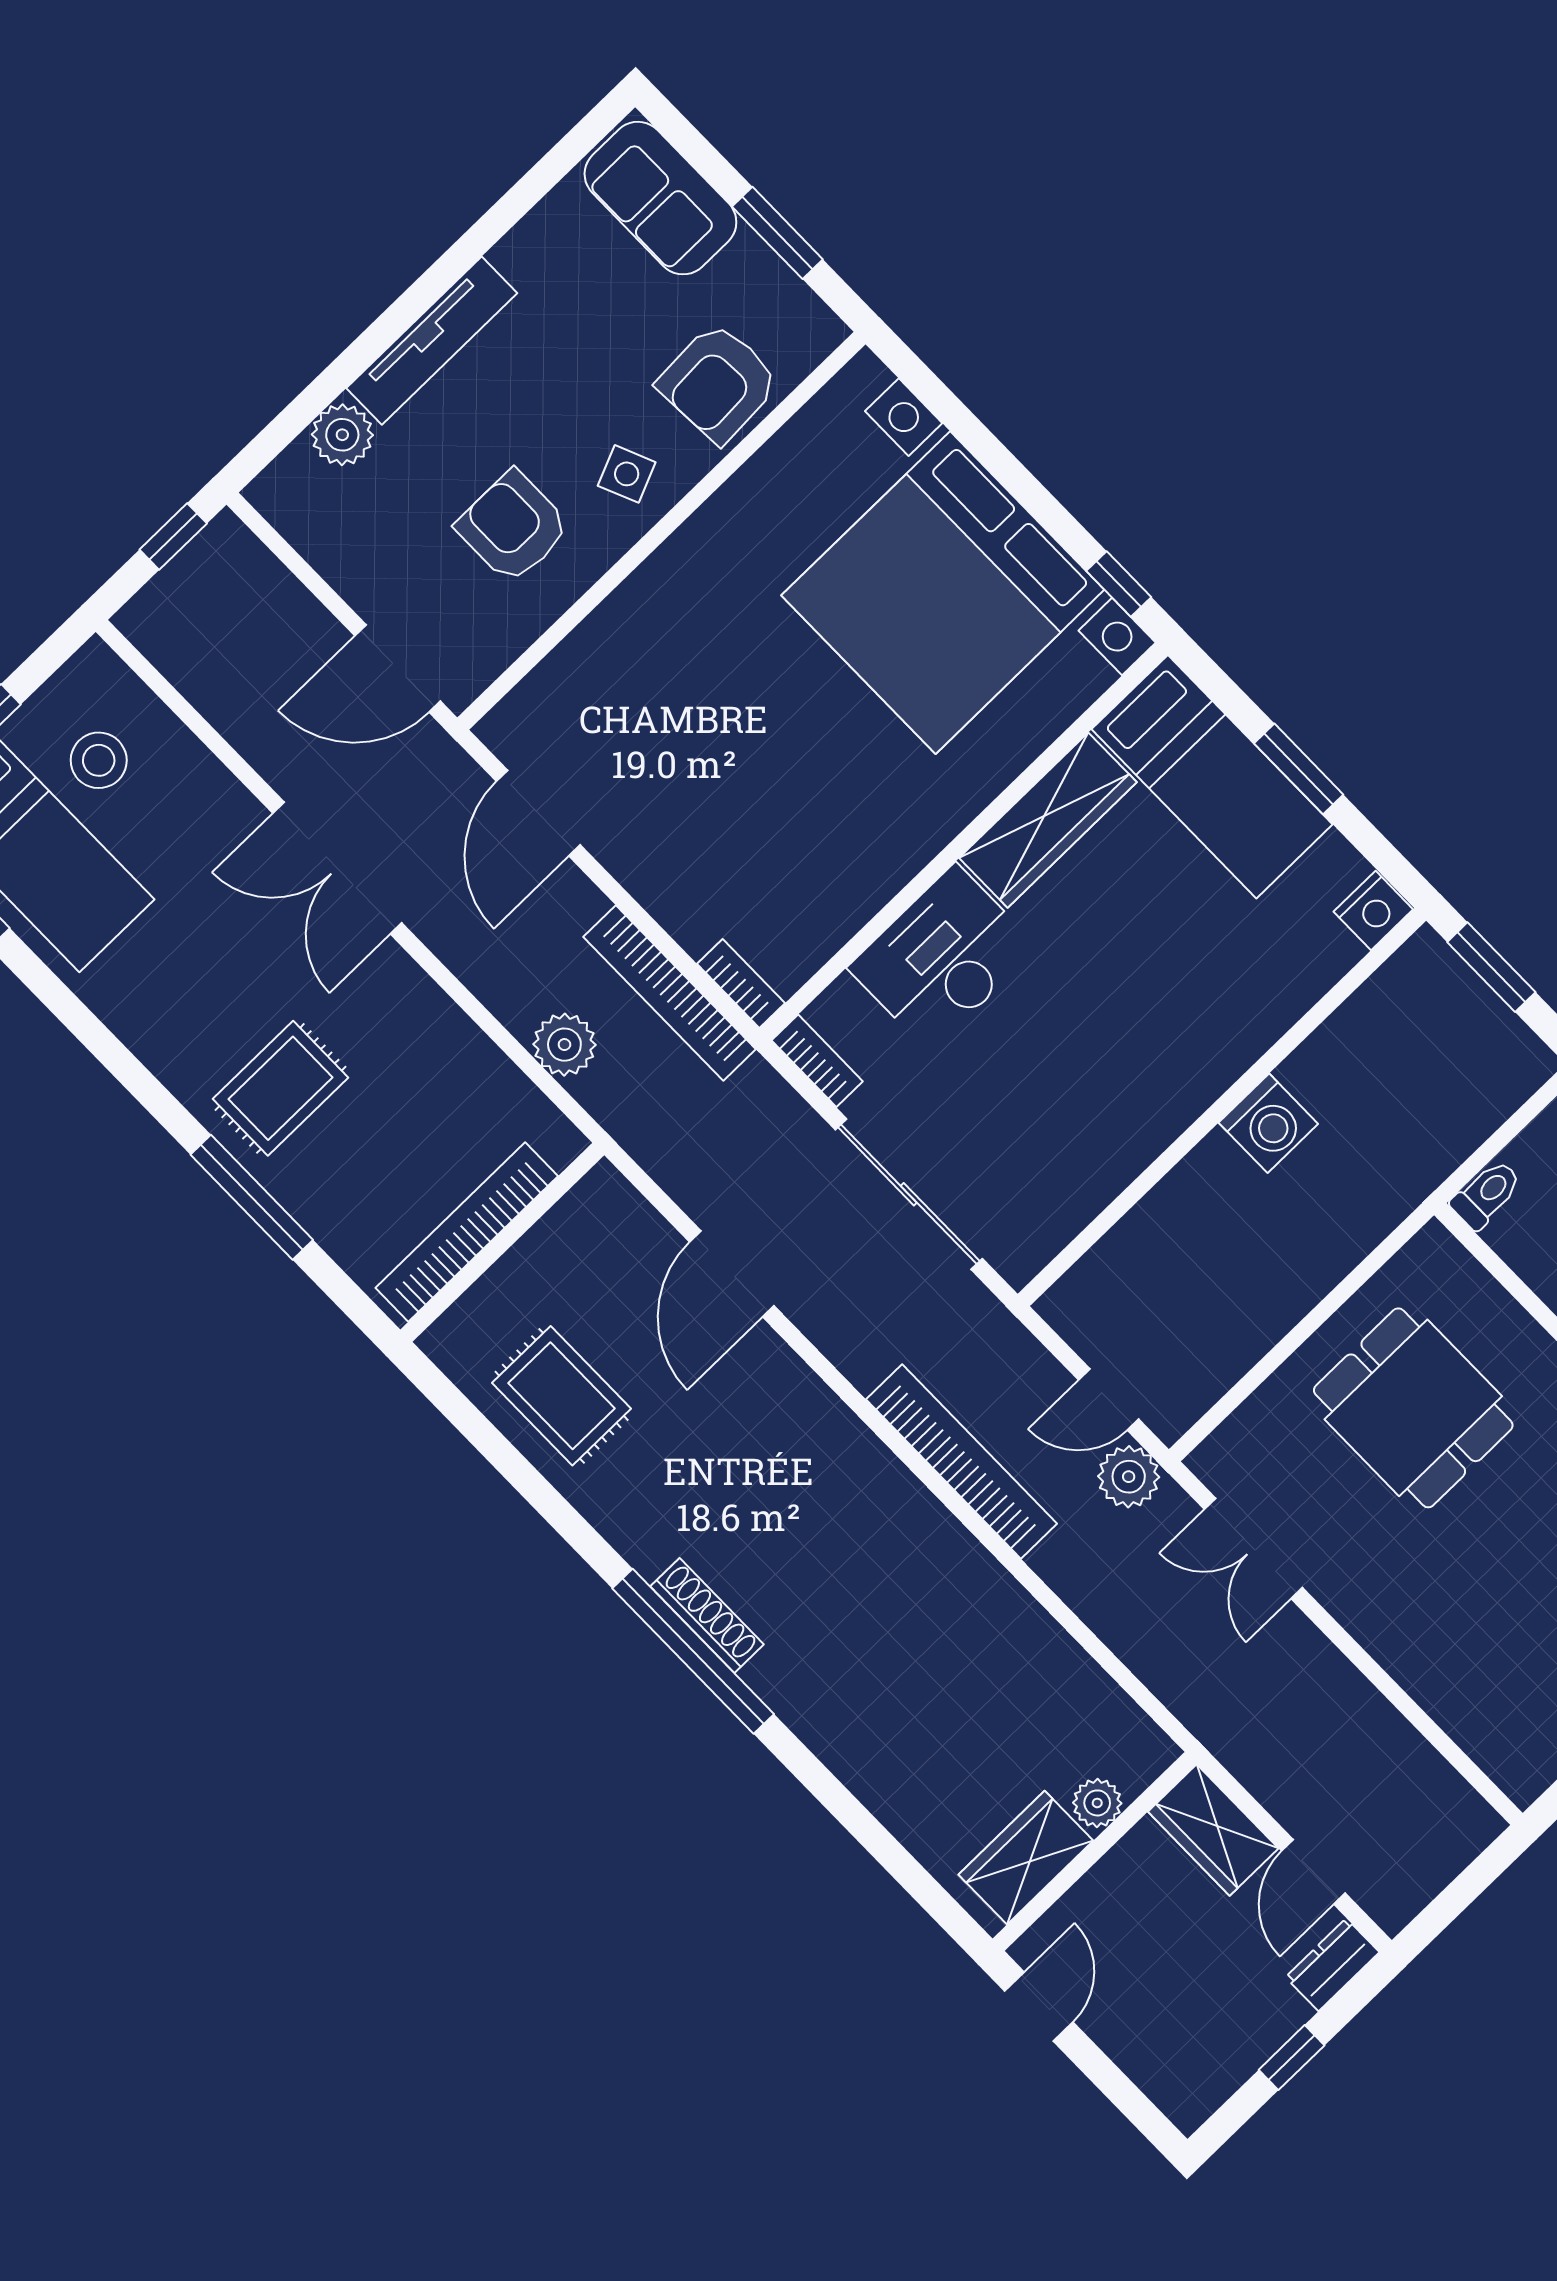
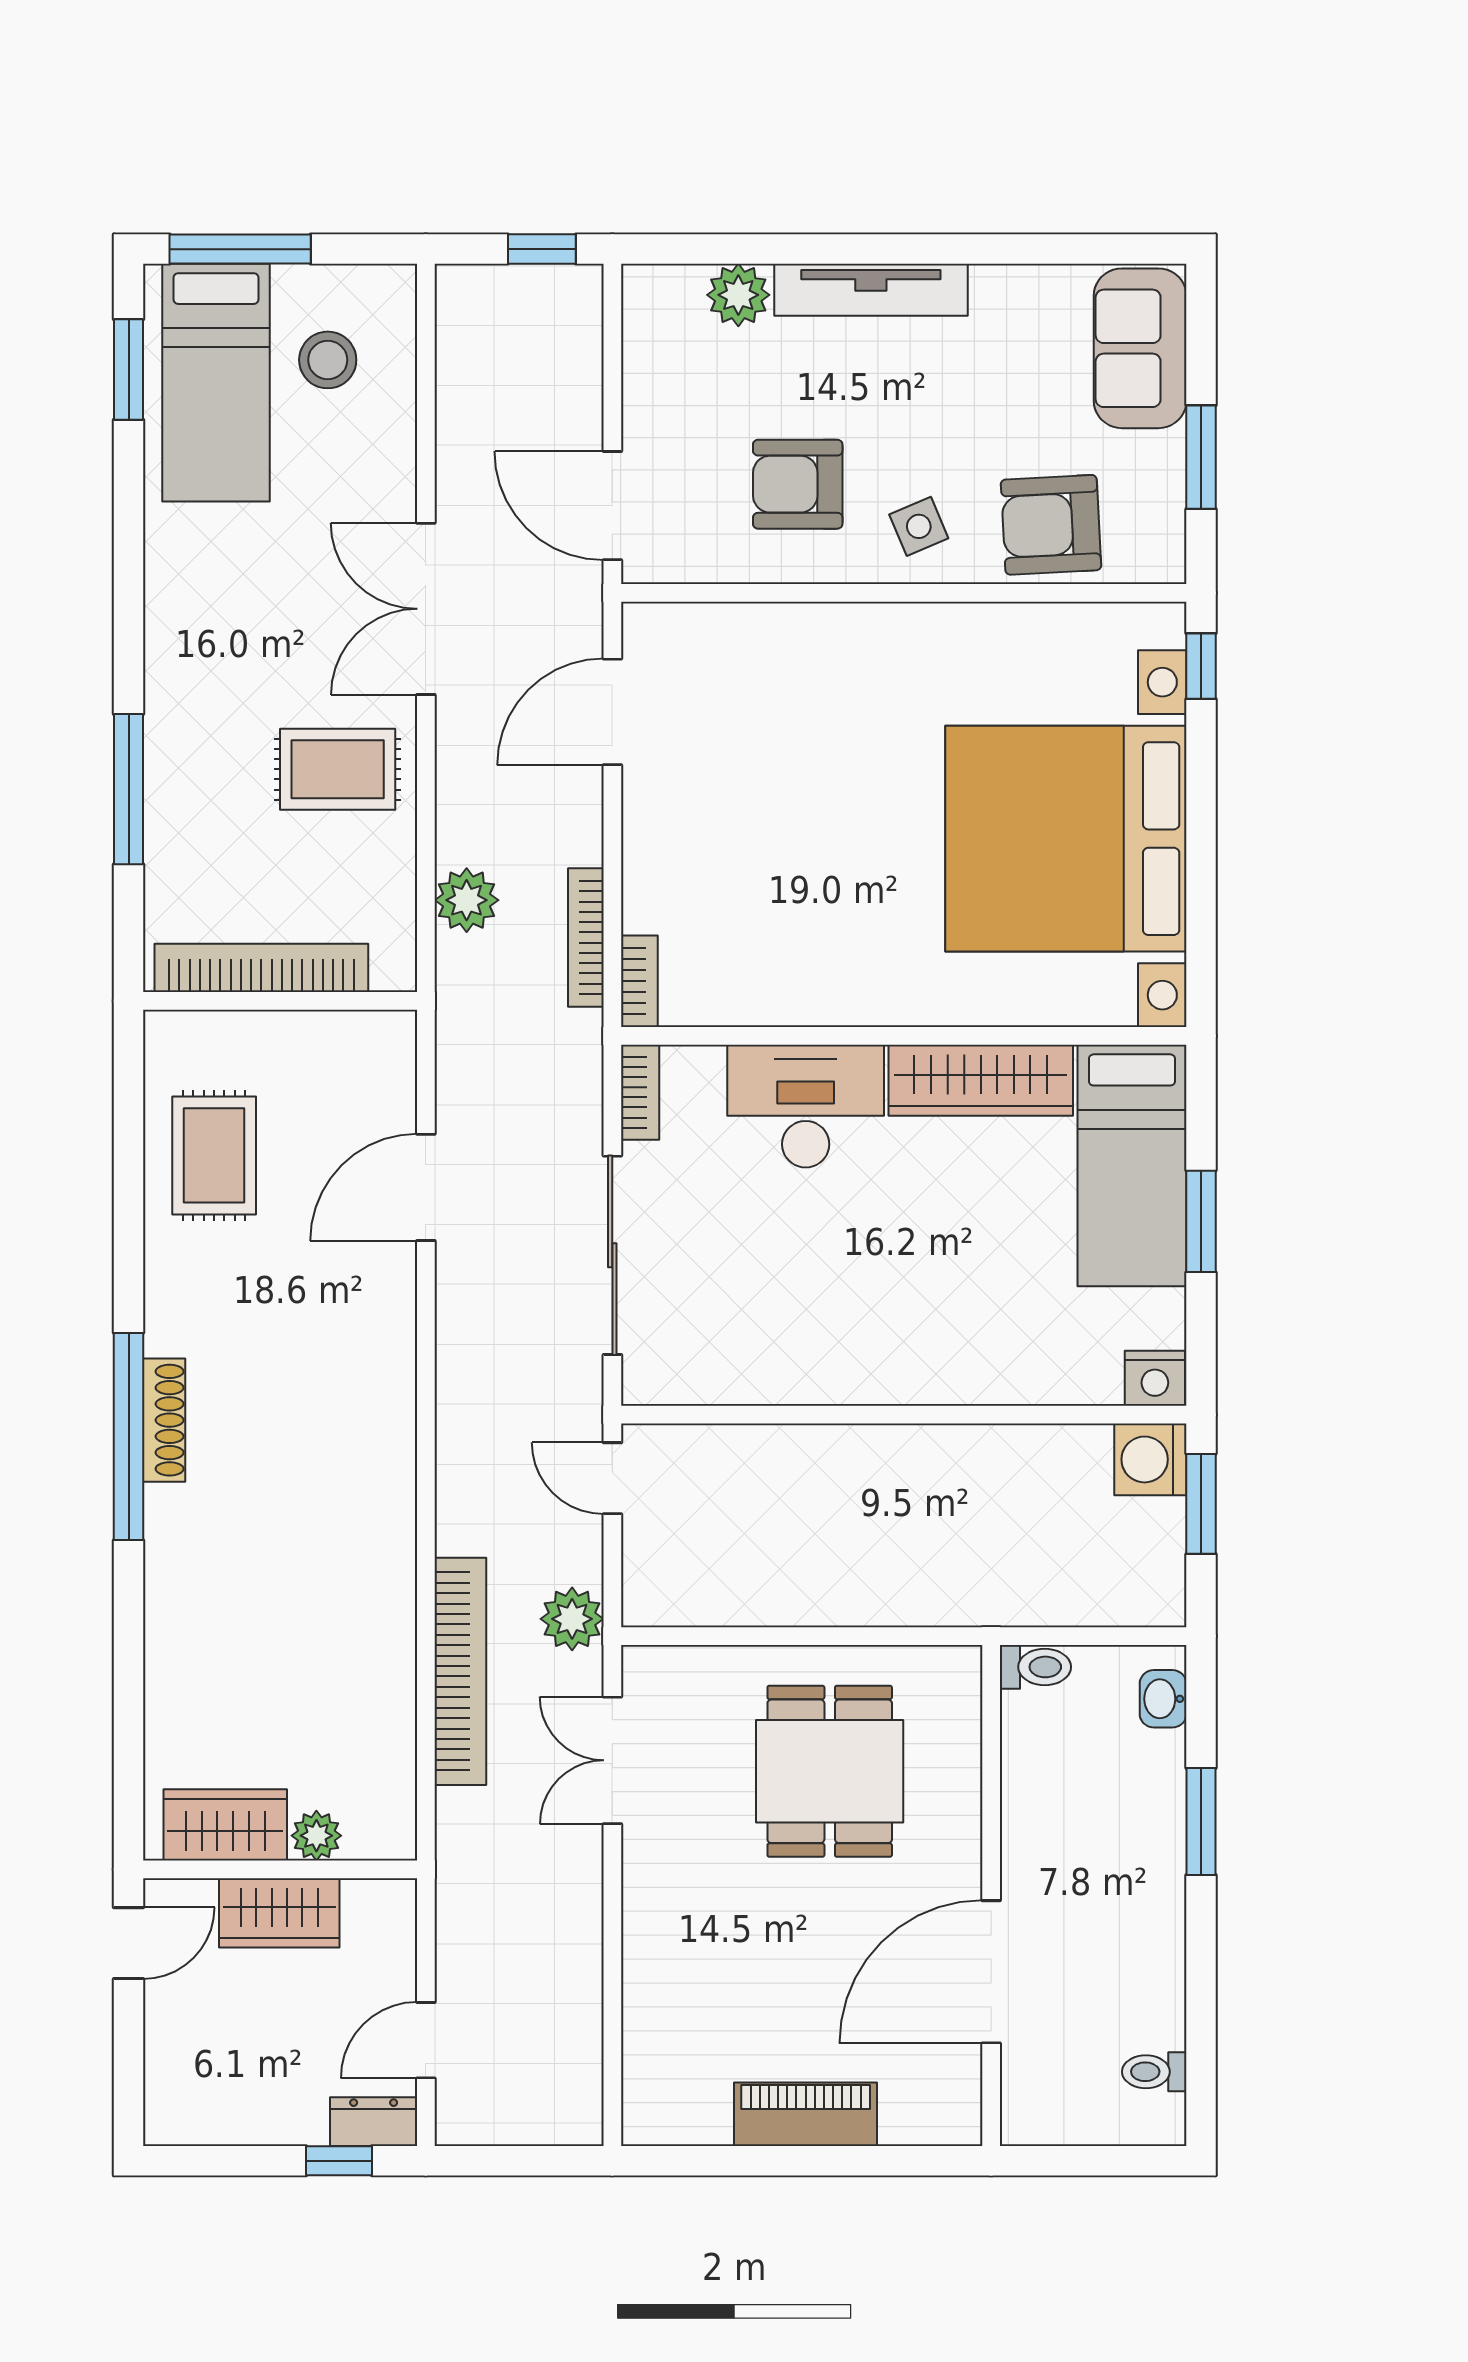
armchair: (513, 527) -> (798, 484), turned -90
window: (1119, 584) -> (1201, 666), moved
bookcase: (670, 993) -> (586, 937), width x0.68, depth x0.76
rug: (281, 1088) -> (338, 769), moved
washing machine: (1268, 1123) -> (1150, 1459), moved, turned 90
door: (1109, 1400) -> (612, 1478), moved
bookcase: (962, 1461) -> (460, 1671), moved
wardrobe: (1213, 1830) -> (279, 1913), moved, turned -90
window: (1292, 2058) -> (339, 2161), moved

